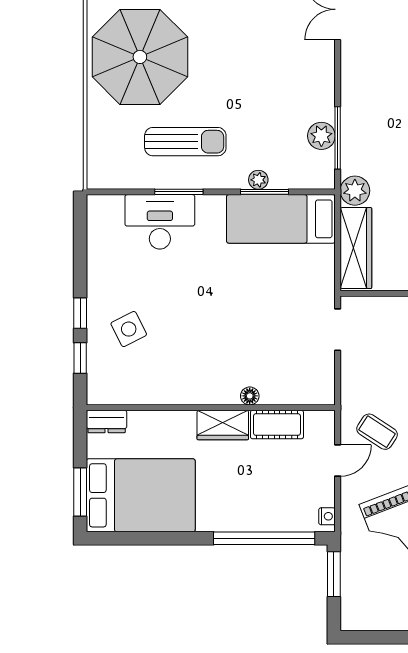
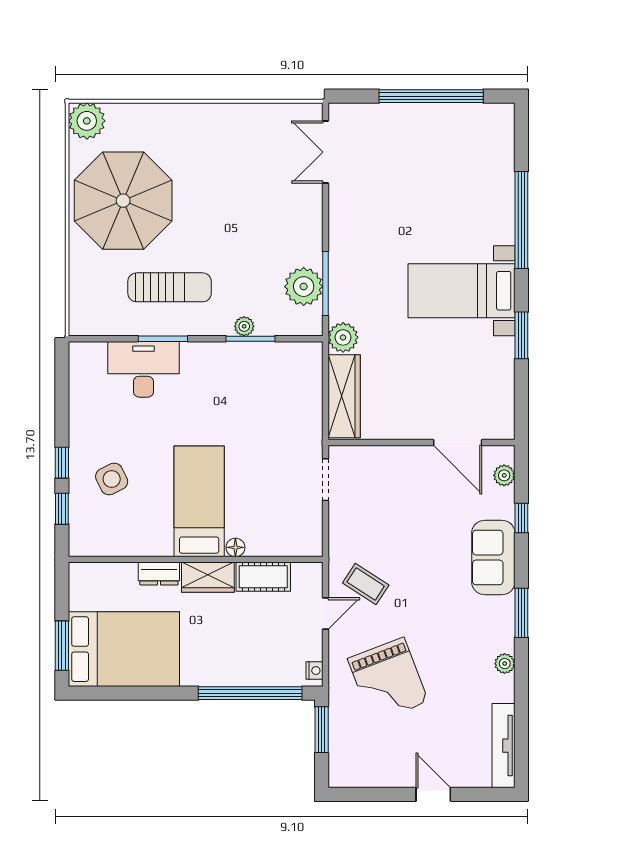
plant: (321, 136) -> (304, 287), width x1.36, depth x1.36
bed: (281, 219) -> (199, 501), moved, turned 90
dresser: (107, 421) -> (159, 574), moved

